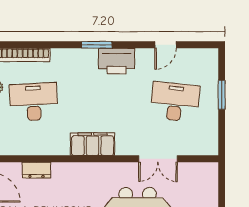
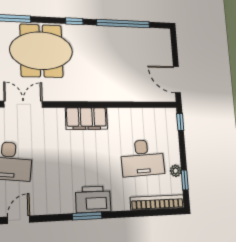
printer: (117, 61) -> (93, 199), moved
dresser: (36, 170) -> (136, 94), removed

